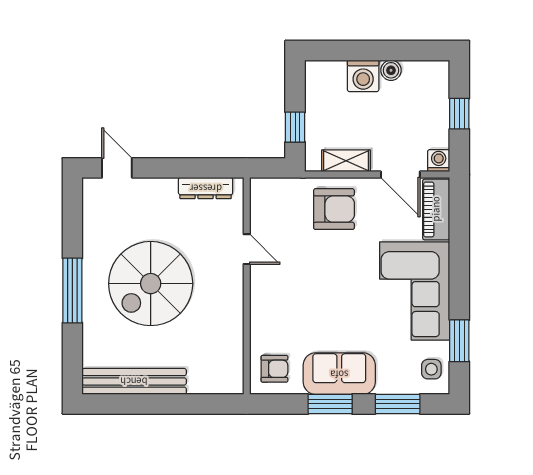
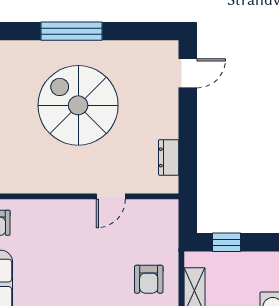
dresser: (206, 188) -> (169, 157), width x0.70
armchair: (334, 209) -> (149, 279), width x0.72, depth x0.72

